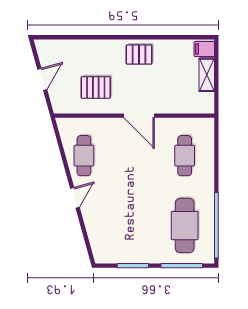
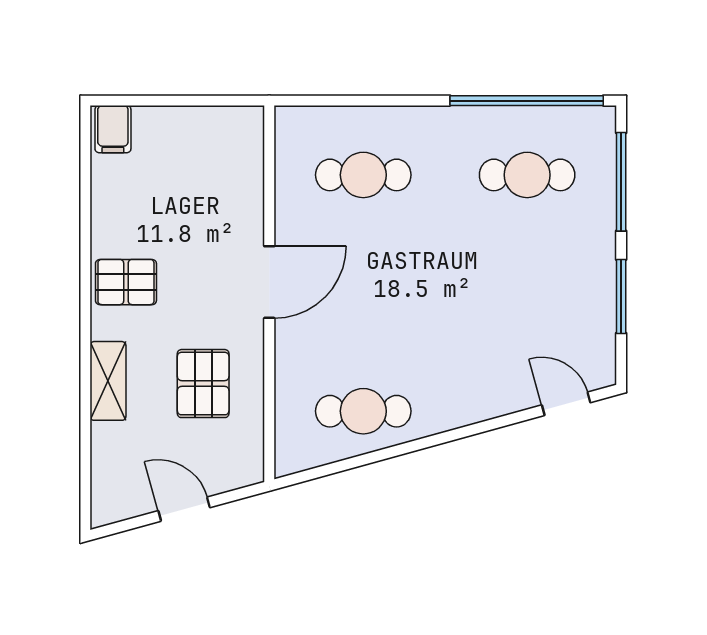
pallet: (139, 55) -> (126, 282), turned 90
shelving: (207, 75) -> (108, 381), moved, turned 90
door: (75, 198) -> (566, 404), moved
cafe table: (185, 226) -> (527, 175), width x0.73, depth x0.74

